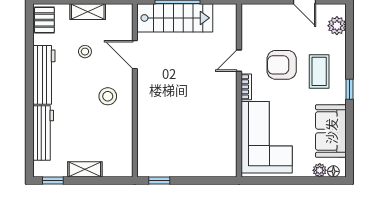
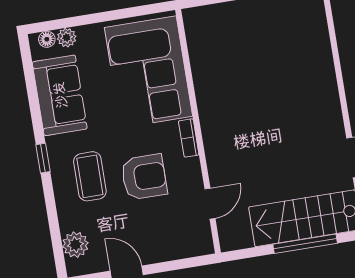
door: (239, 61) -> (210, 204), moved

